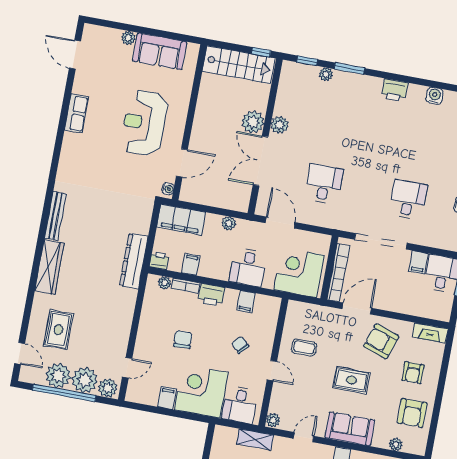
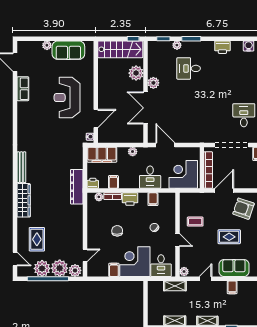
row of seats: (77, 113) -> (23, 89), moved
plant: (253, 122) -> (136, 73), moved
desk: (324, 184) -> (189, 68), moved, turned -90

